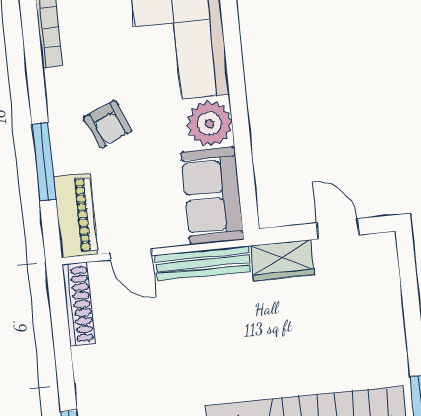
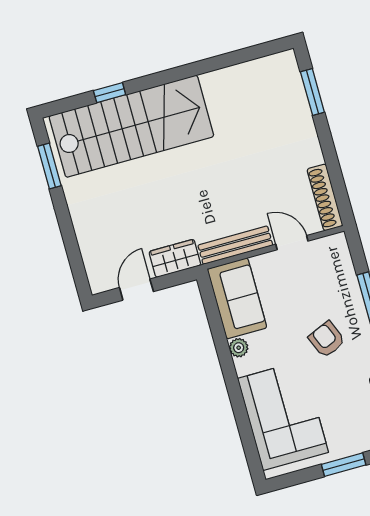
plant: (209, 123) -> (239, 348), width x0.53, depth x0.53
piano: (76, 216) -> (339, 265), removed
door: (338, 229) -> (136, 290), swing flipped

